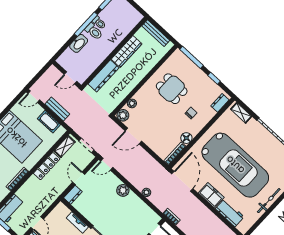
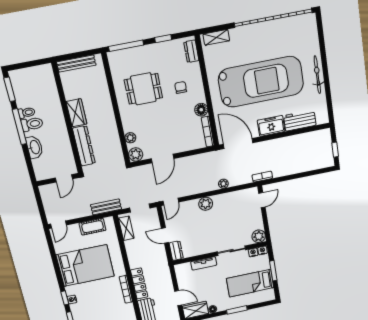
wardrobe: (127, 52) -> (76, 113), width x0.67
bench: (57, 109) -> (106, 207), moved
locker: (47, 166) -> (139, 283), moved

